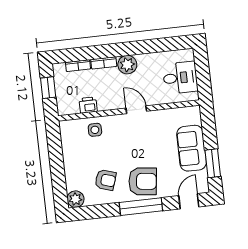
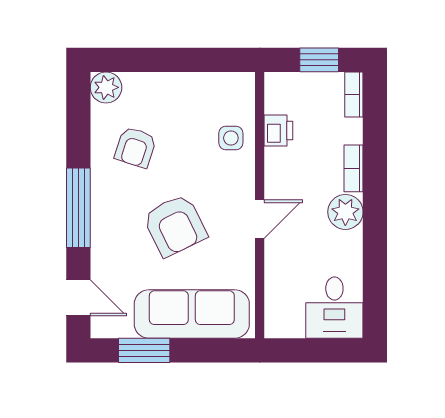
bookcase: (78, 66) -> (354, 94), moved
desk: (180, 78) -> (334, 308), moved
sofa: (192, 148) -> (192, 314), width x1.36
armchair: (143, 181) -> (175, 225), moved, turned -33

